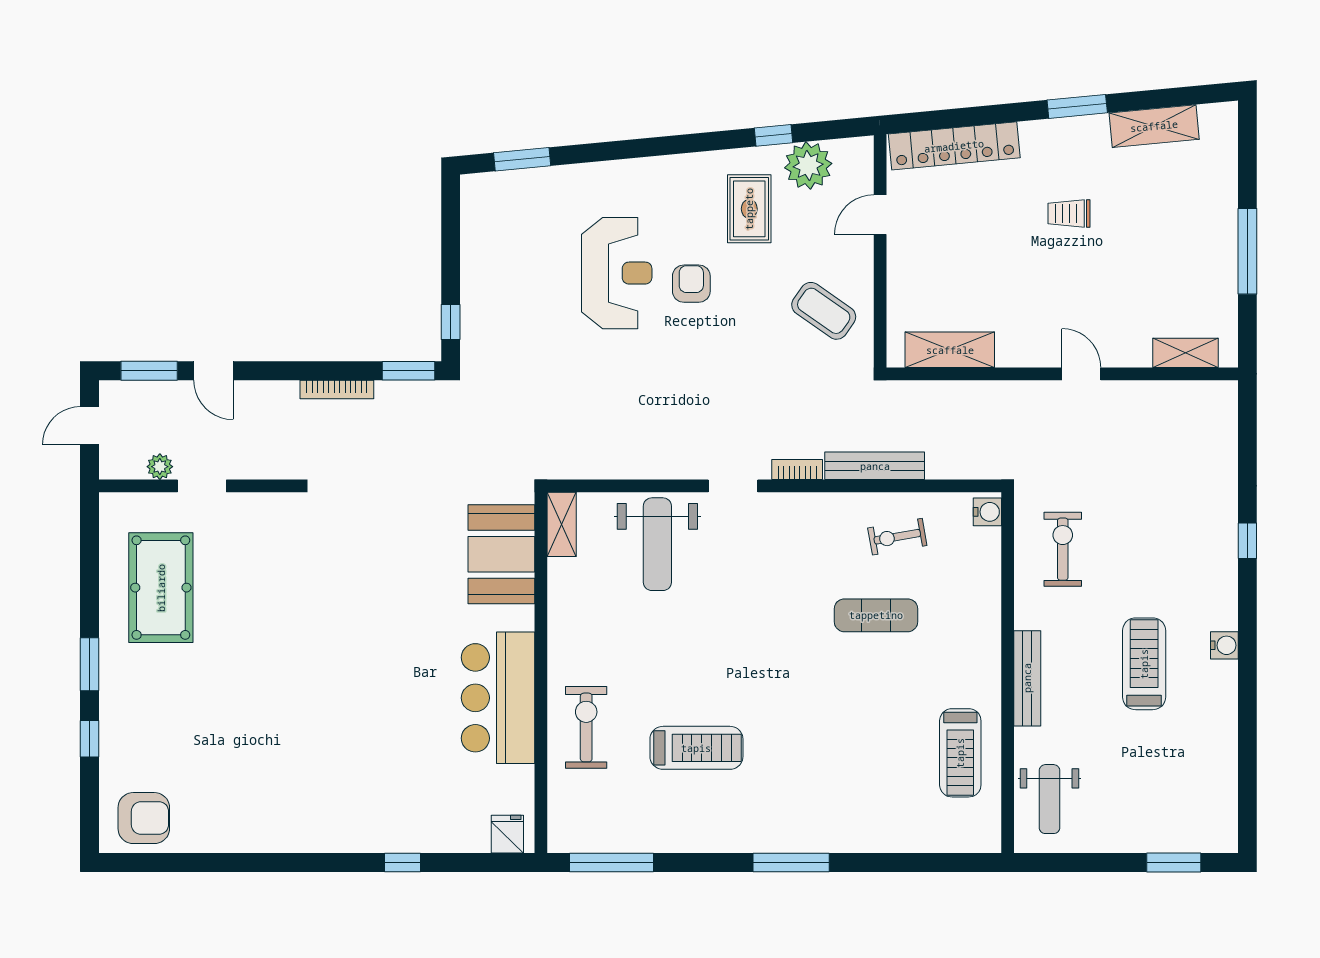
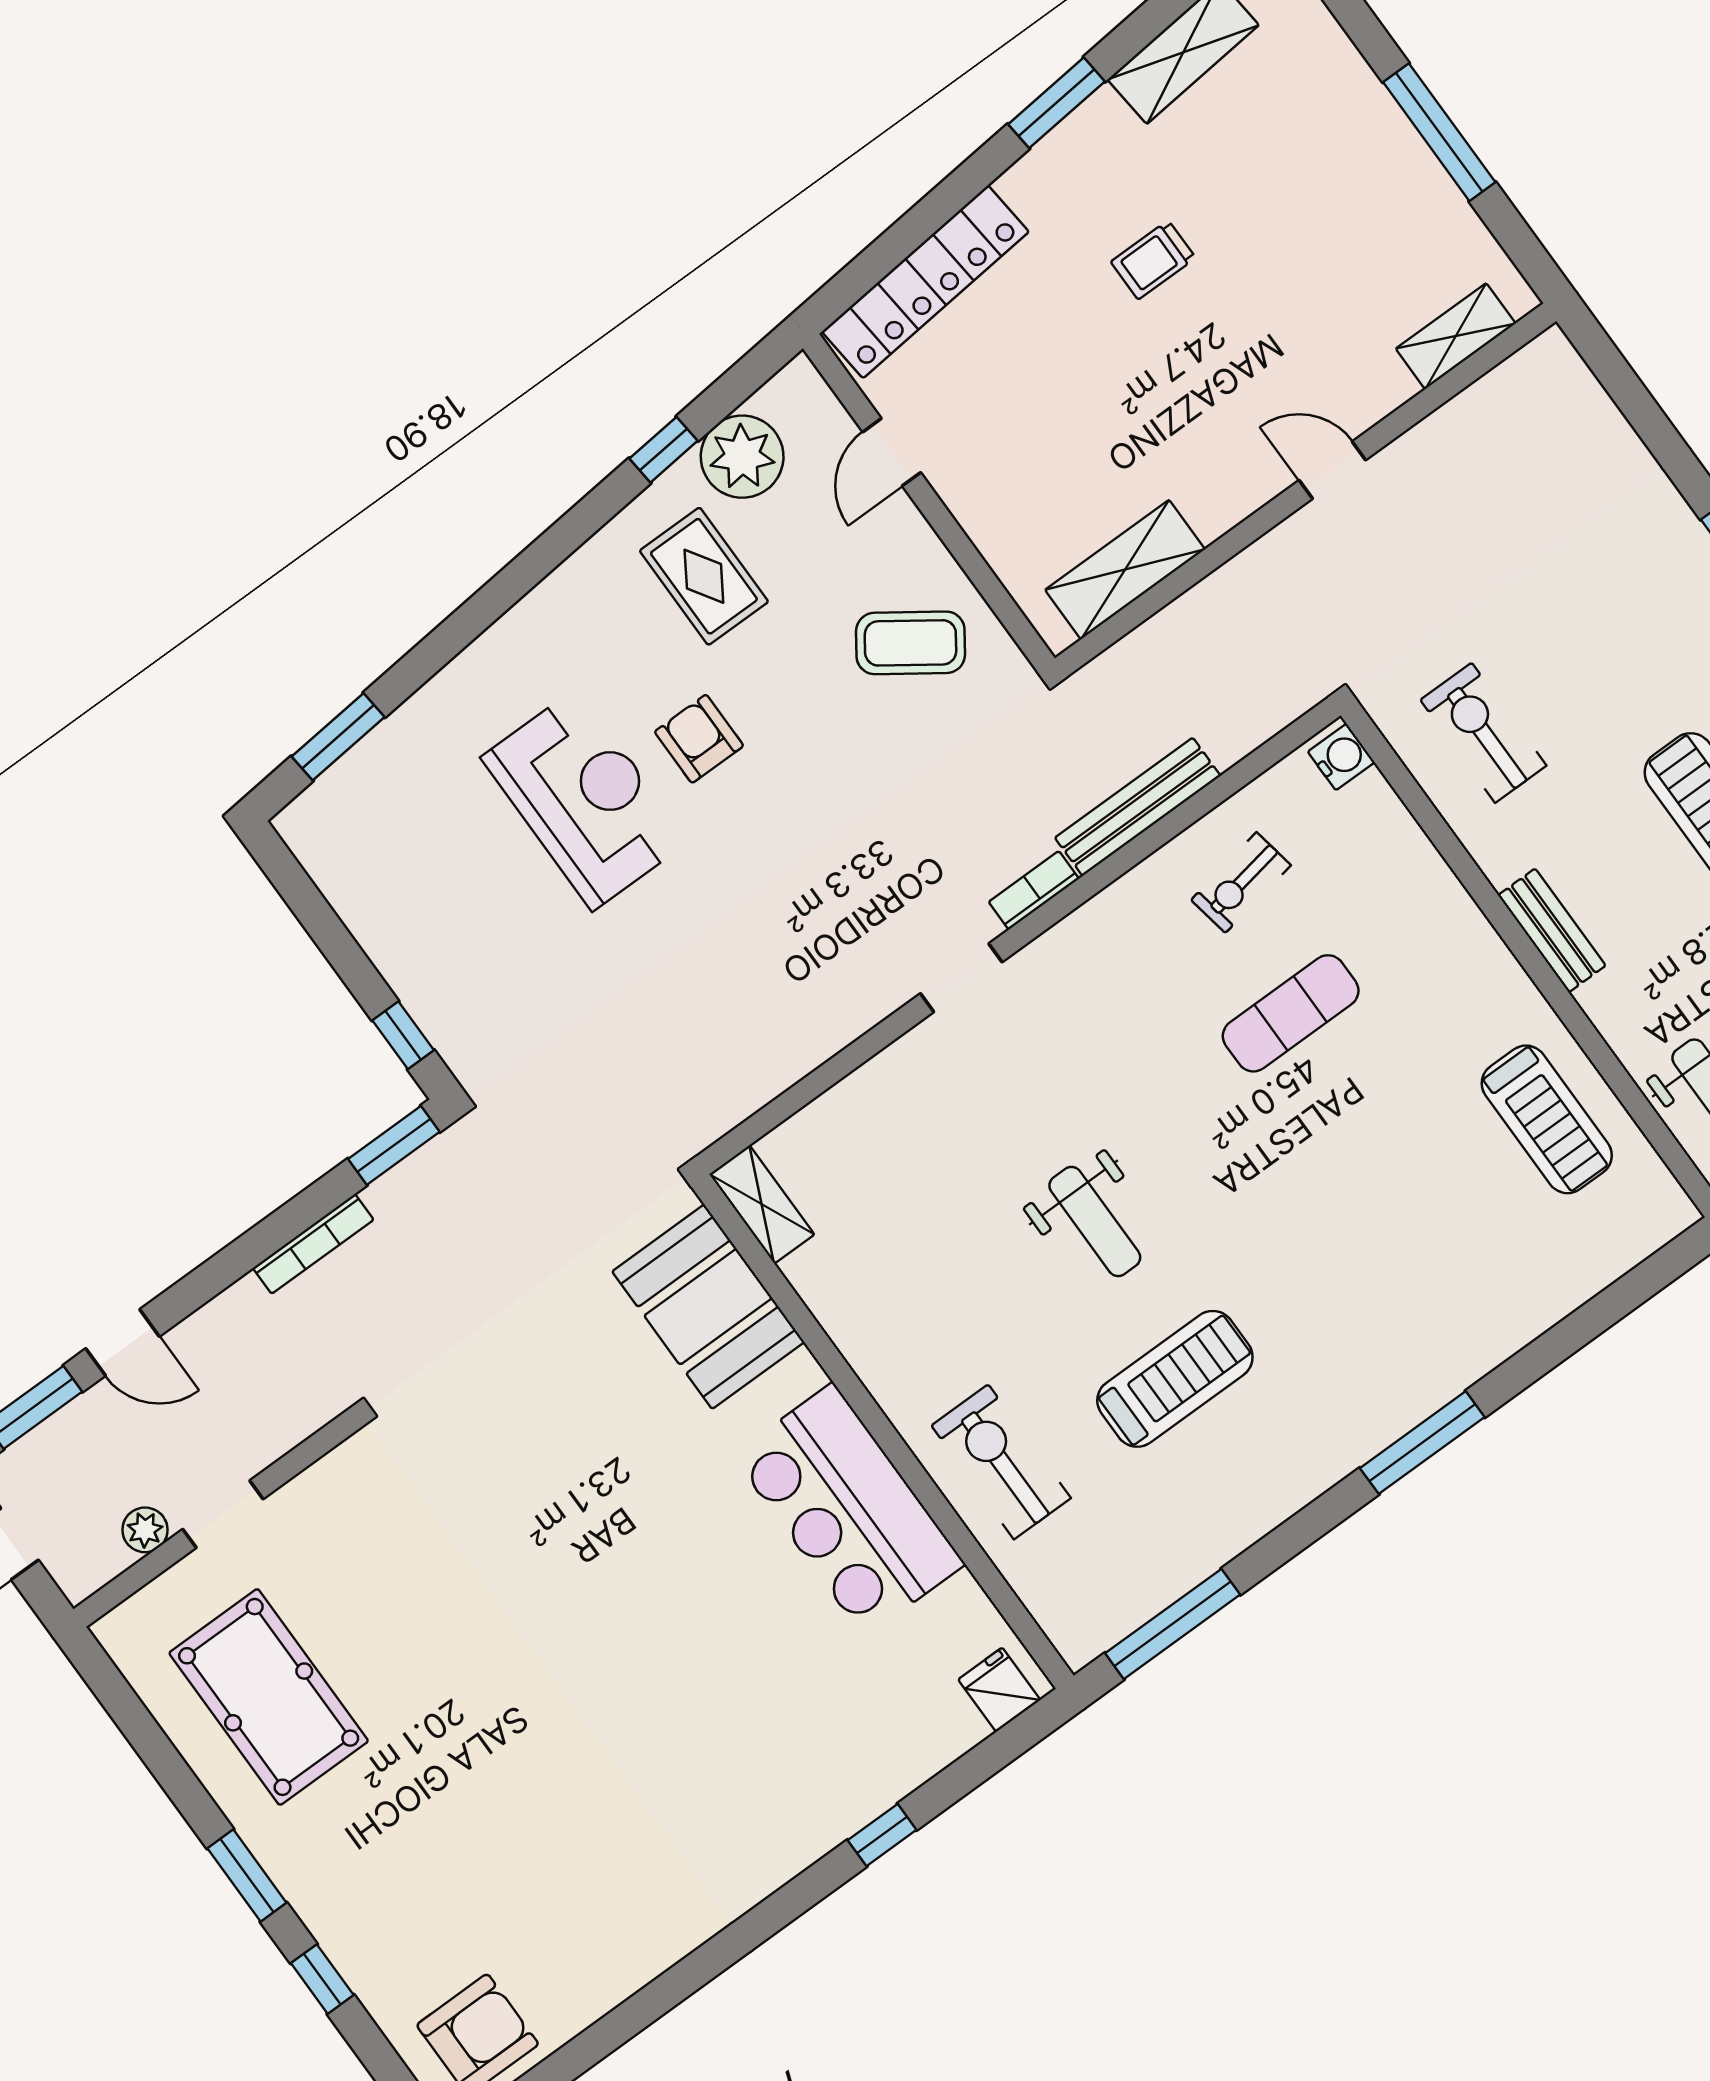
weight bench: (657, 544) -> (1095, 1222), moved, width x0.73, depth x0.75
bench: (1027, 678) -> (1552, 930), width x0.73

